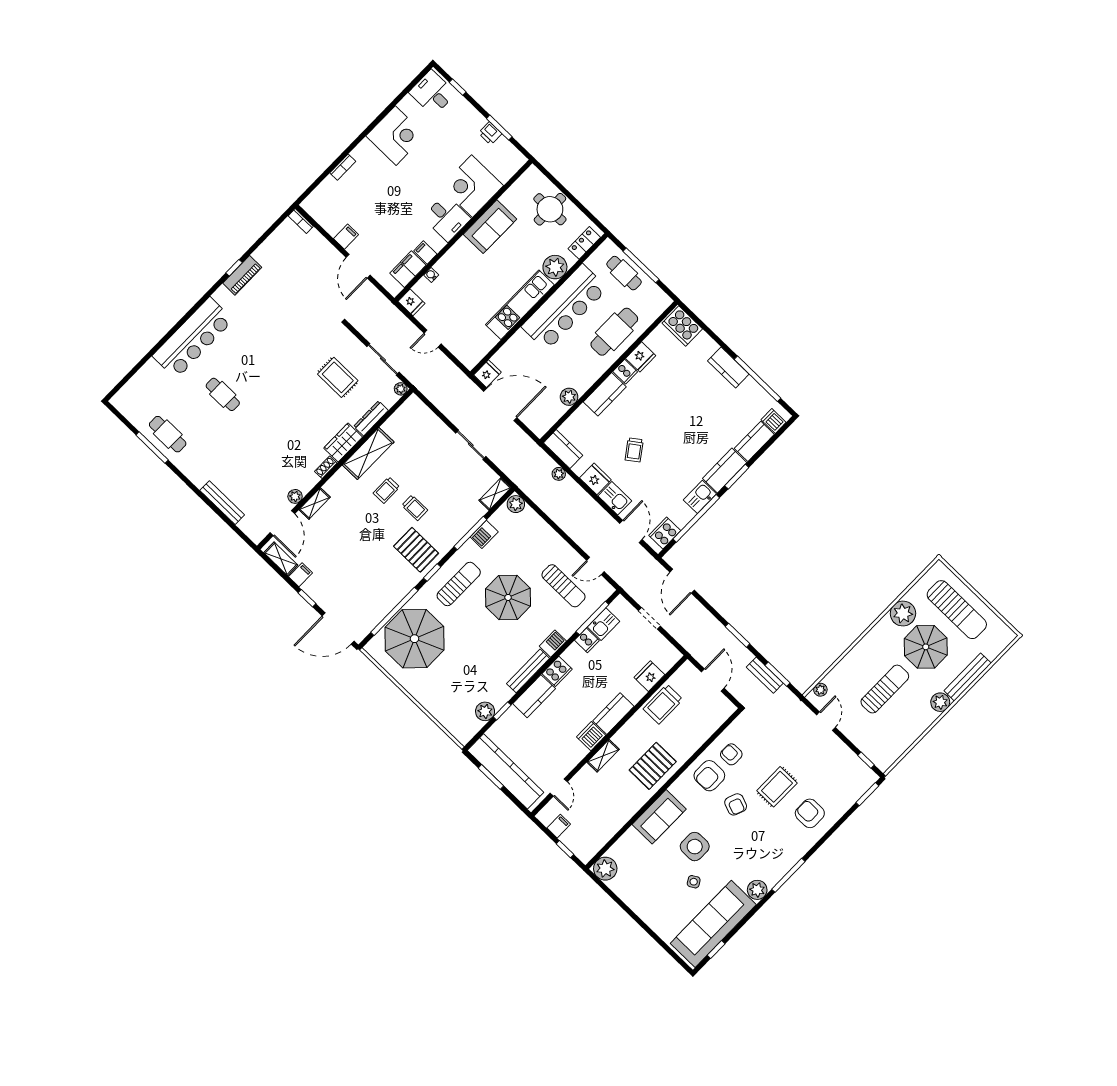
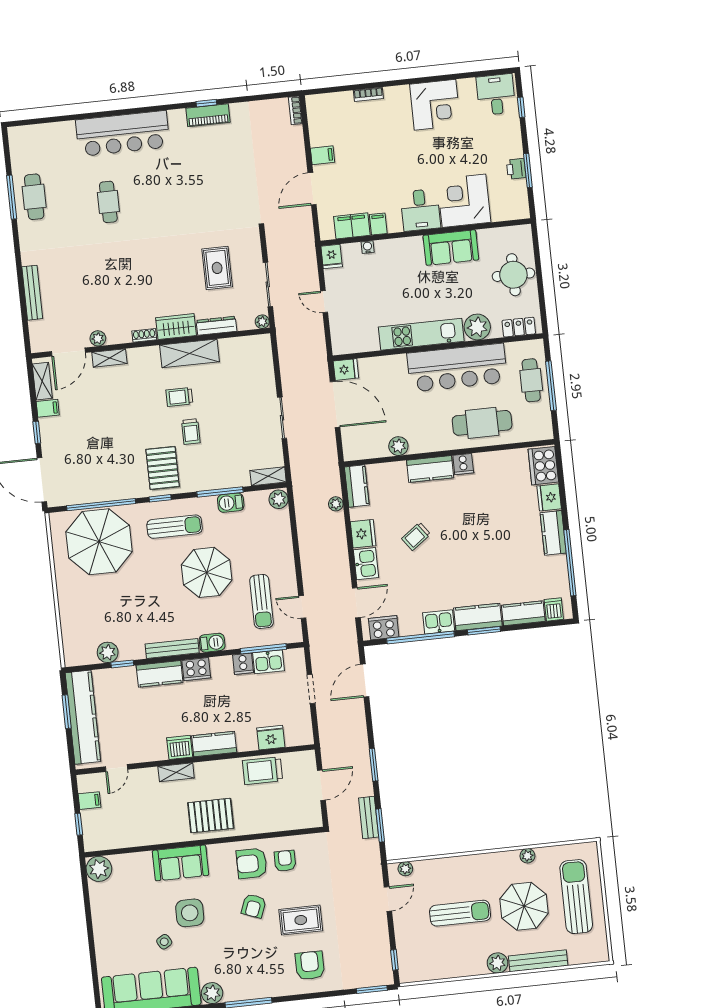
fridge: (641, 357) -> (549, 497), moved, turned 90
sun lounger: (957, 610) -> (576, 897), turned 180
plant: (903, 614) -> (527, 856), width x0.53, depth x0.53

